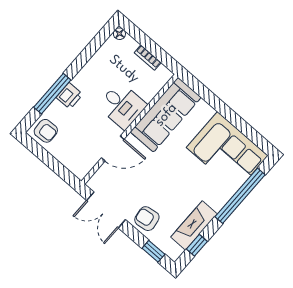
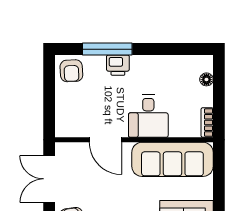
floor lamp: (119, 34) -> (206, 79), moved
bookcase: (148, 58) -> (207, 122), moved

